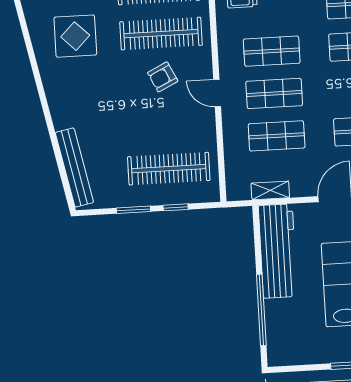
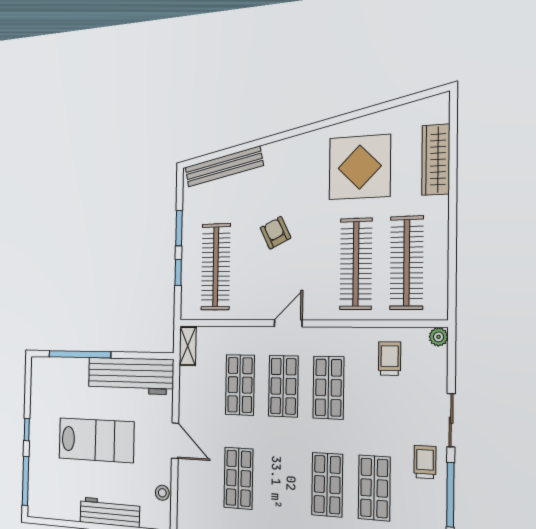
display table: (75, 36) -> (360, 167), width x1.36, depth x1.36
armchair: (163, 77) -> (275, 233), moved
shelving: (270, 190) -> (188, 346), moved

